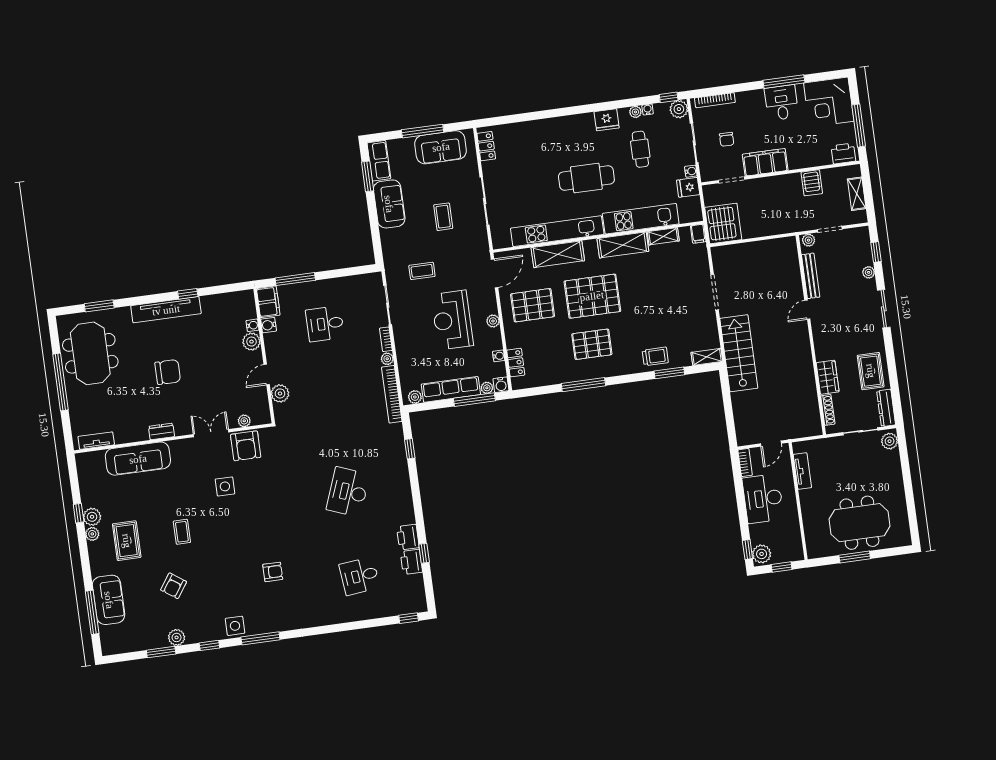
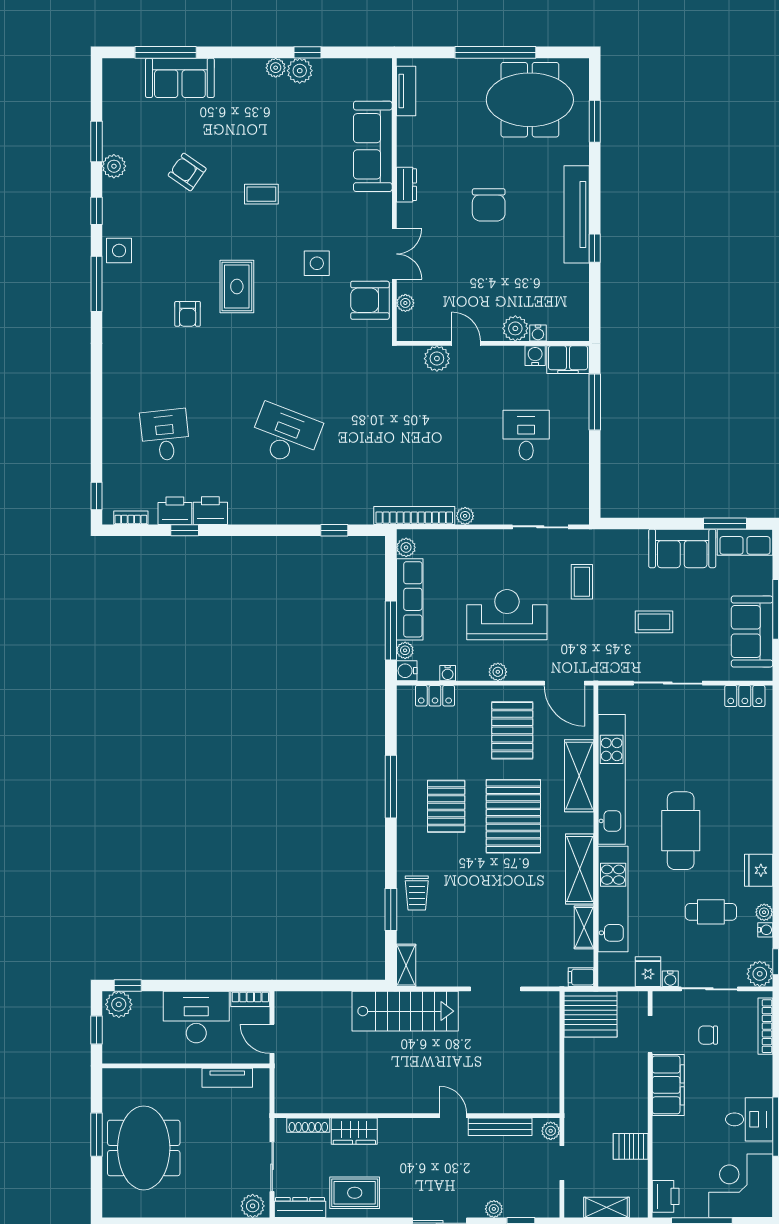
bookcase: (386, 339) -> (131, 518), moved
rug: (127, 541) -> (237, 287), moved, turned 90

